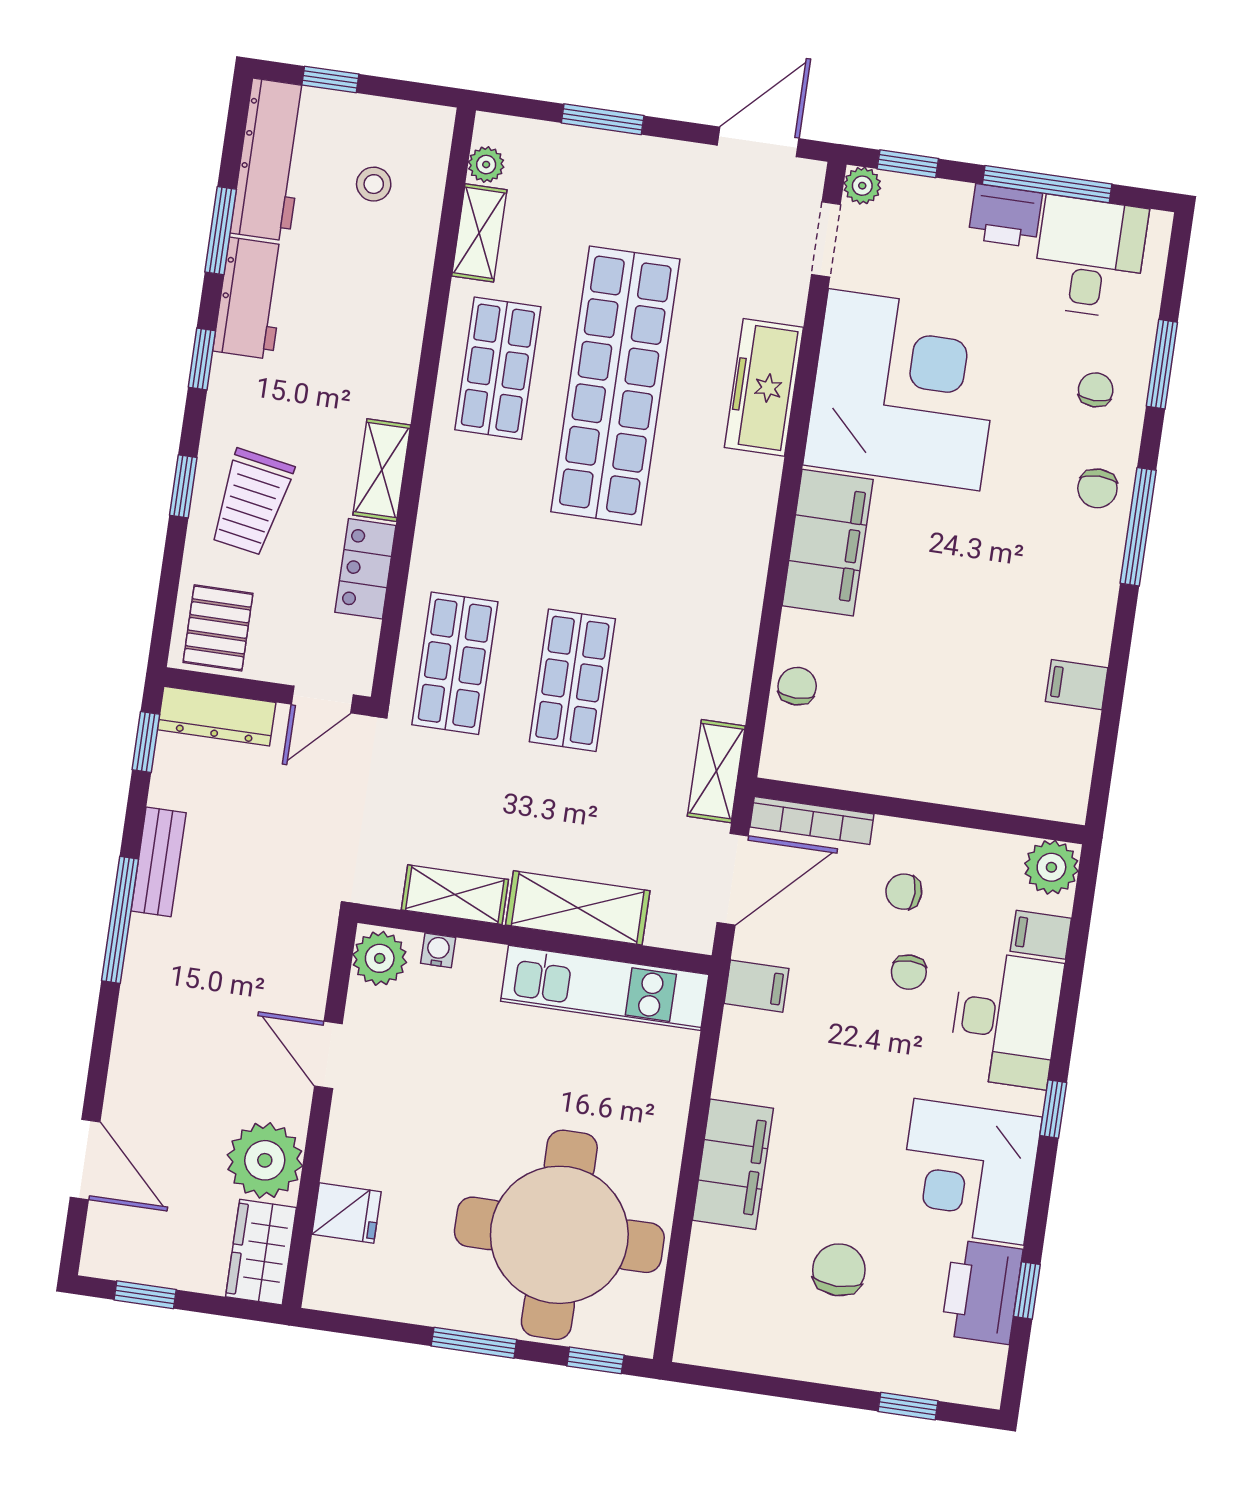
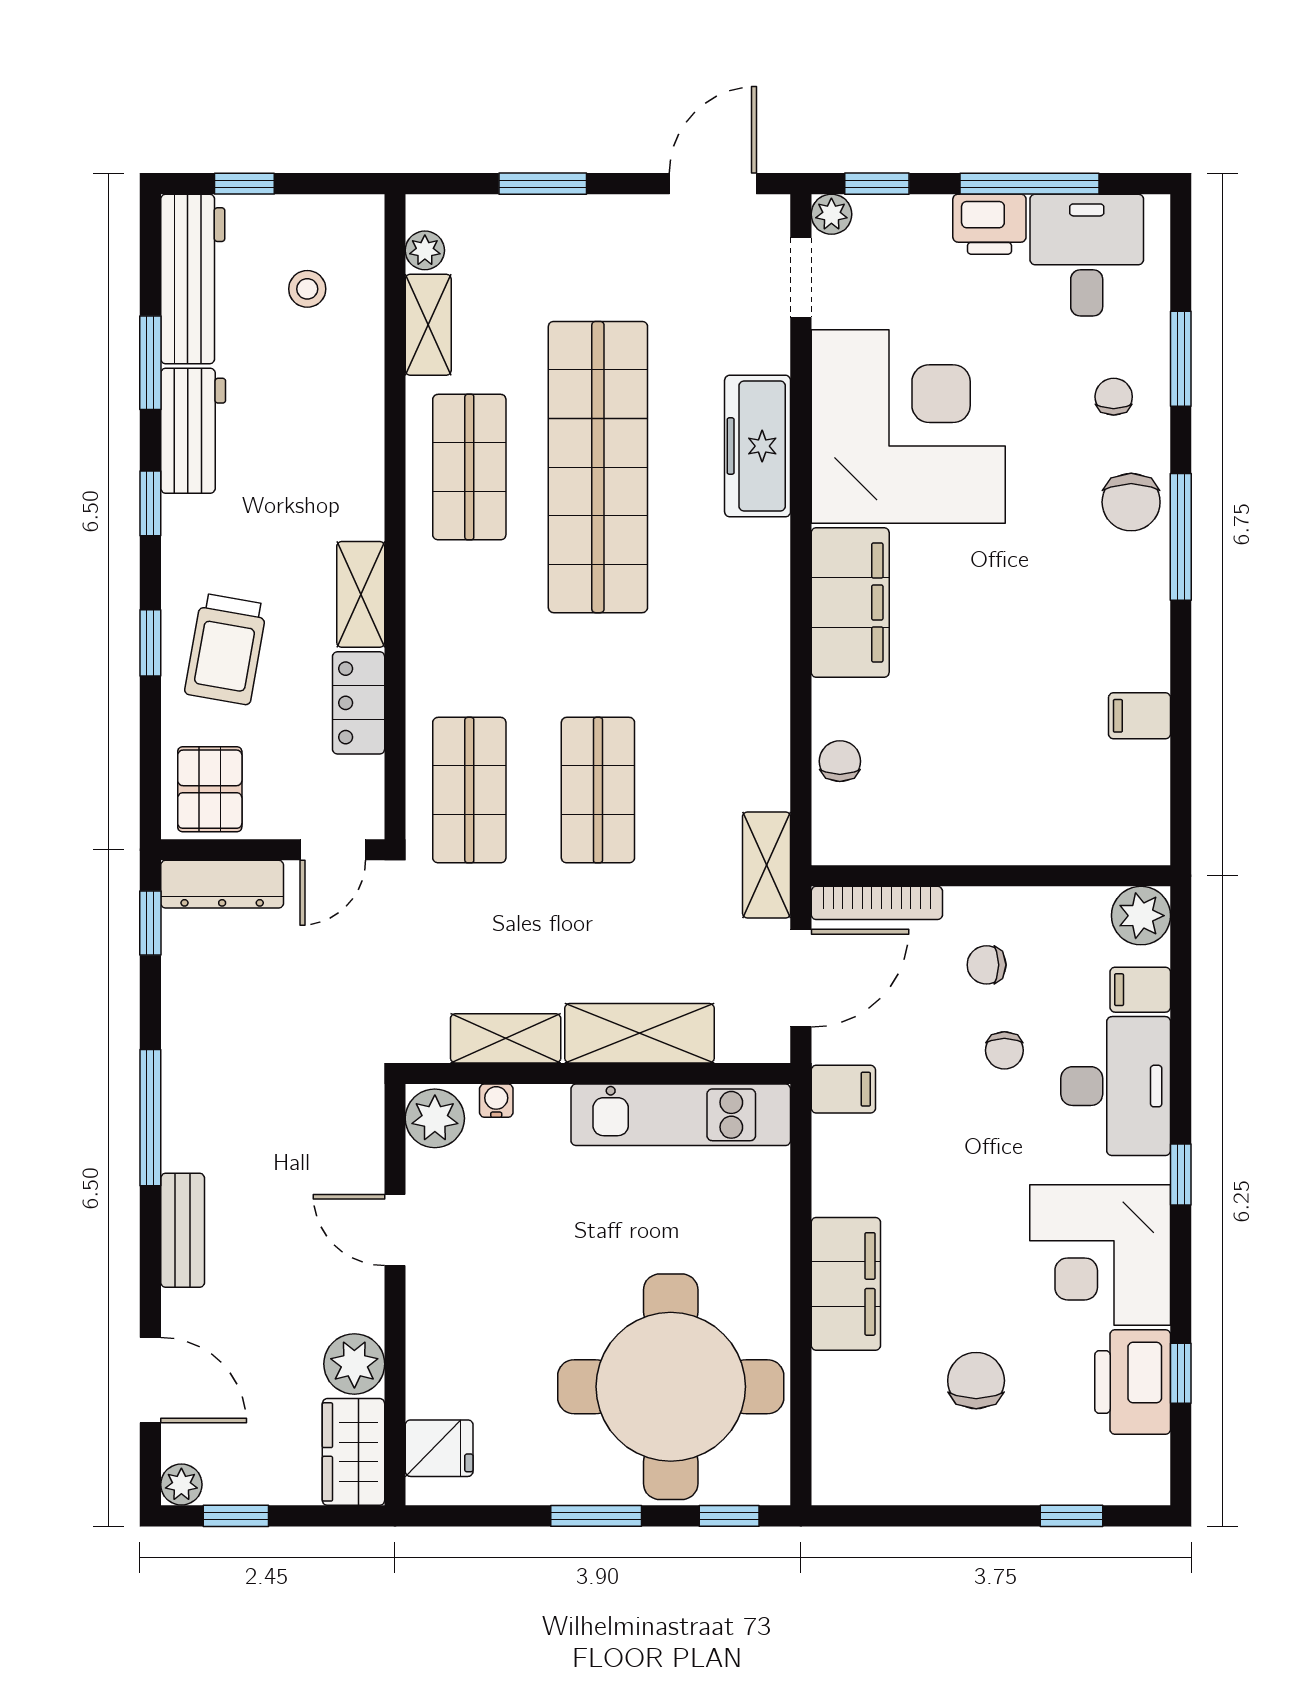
chair: (1097, 488) -> (1131, 502), width x1.37, depth x1.37
bench: (159, 862) -> (183, 1230), moved
plant: (265, 1160) -> (354, 1364), width x0.73, depth x0.73
fridge: (347, 1213) -> (439, 1448), moved
plant: (99, 1259) -> (181, 1485), added

